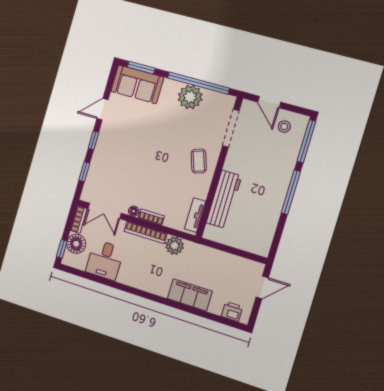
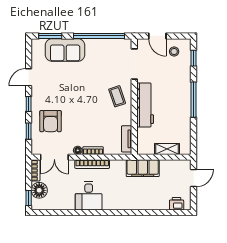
sofa: (137, 84) -> (65, 50), moved
plant: (190, 97) -> (96, 49), removed
window: (306, 141) -> (194, 58), width x0.46
armchair: (112, 168) -> (51, 121), added
workbench: (224, 199) -> (145, 105), moved
shelving: (240, 242) -> (167, 149), added
plant: (174, 246) -> (118, 167), removed
desk: (105, 260) -> (89, 196), moved
filing cabinet: (190, 295) -> (143, 168), moved, turned 180

